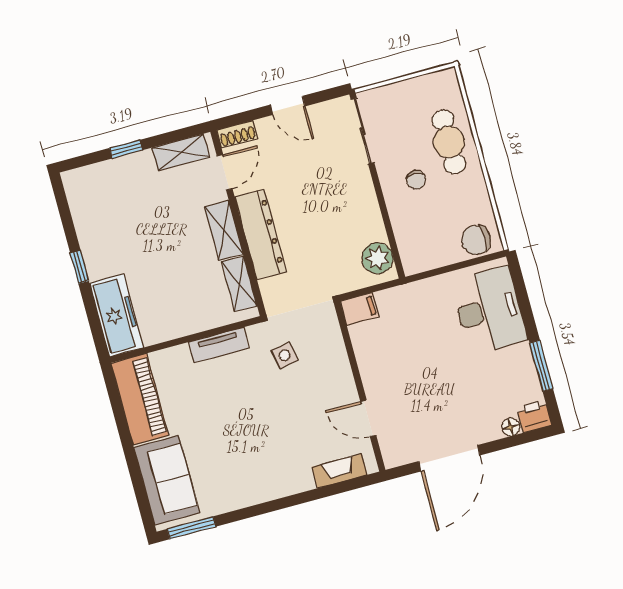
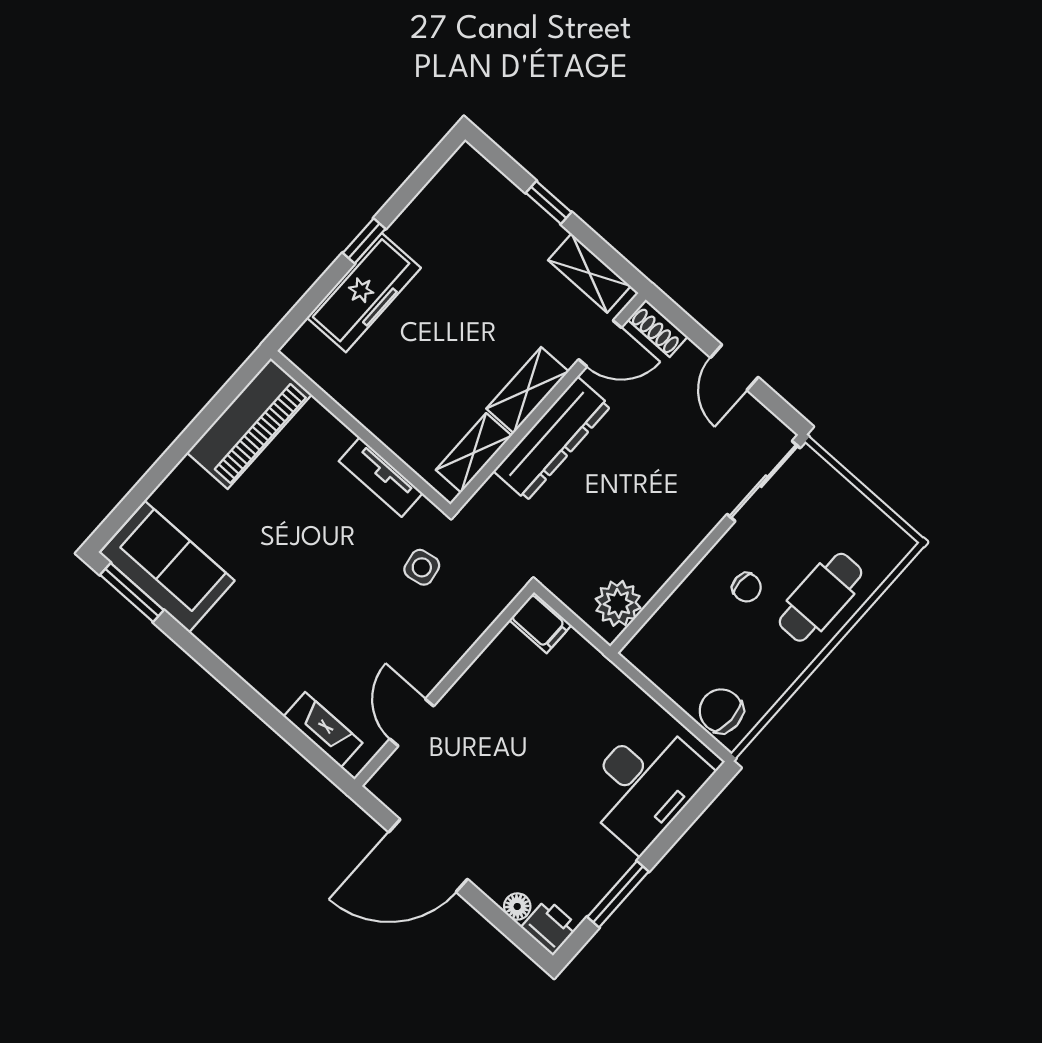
chair: (416, 180) -> (747, 587), turned -91
freezer: (116, 315) -> (364, 293), moved
sofa: (167, 480) -> (167, 567), moved, turned -90

